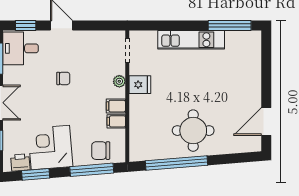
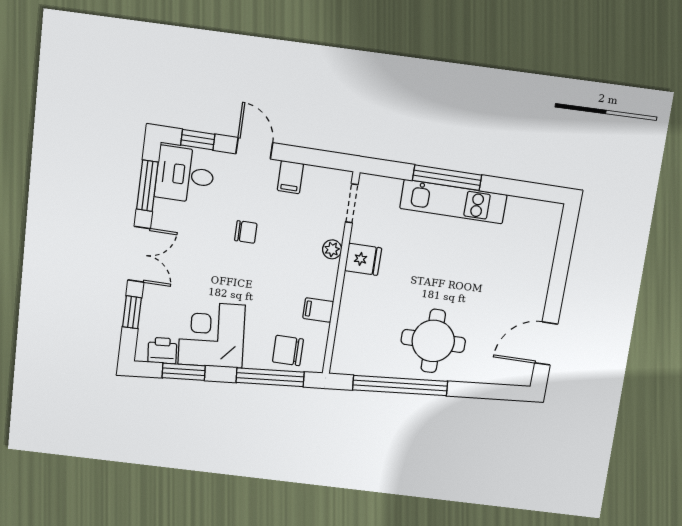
window: (230, 26) -> (447, 178), moved
filing cabinet: (116, 106) -> (290, 177), moved, turned -90

